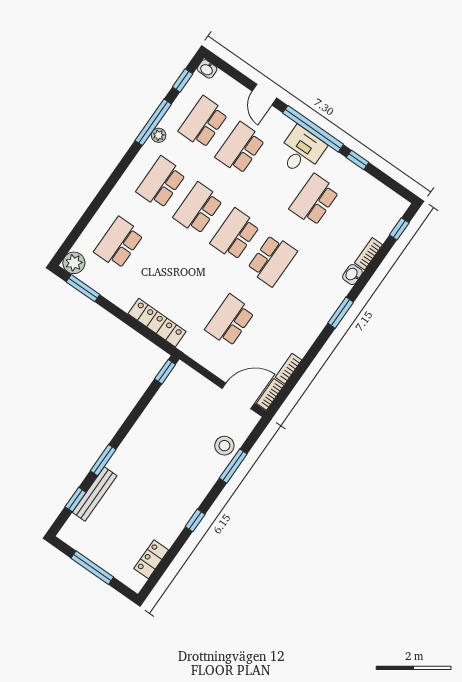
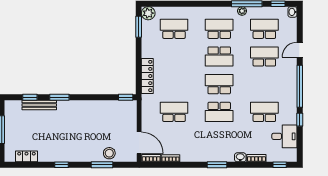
desk: (301, 151) -> (284, 136), moved
school desk: (198, 208) -> (219, 56), turned 180

